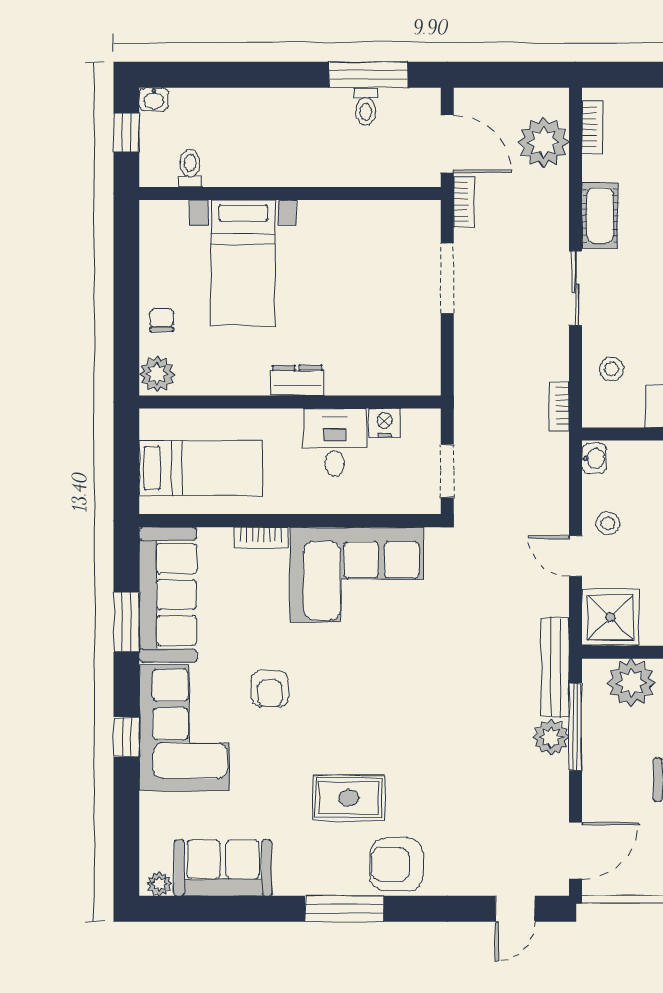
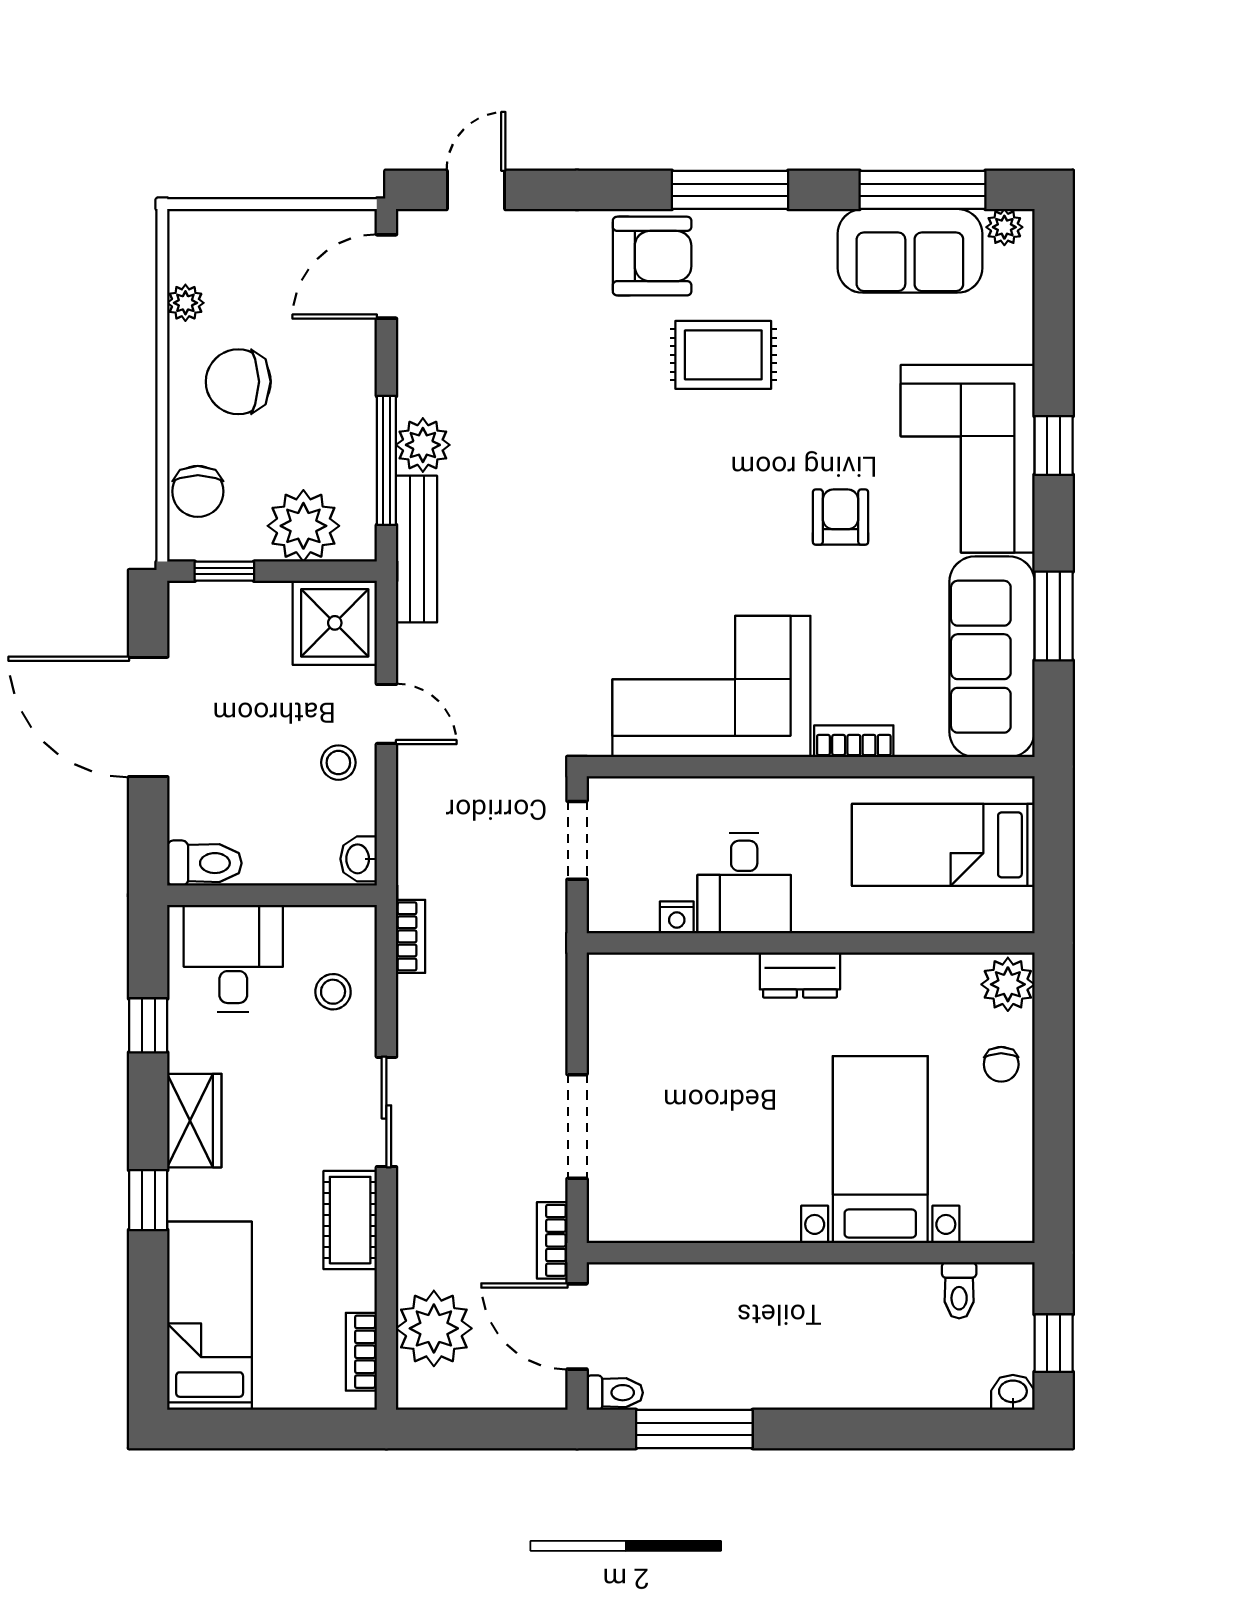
toilet: (366, 107) -> (615, 1393), moved, turned 90
nightstand: (384, 423) -> (677, 917), width x0.72, depth x0.74
window: (215, 909) -> (922, 190), added

